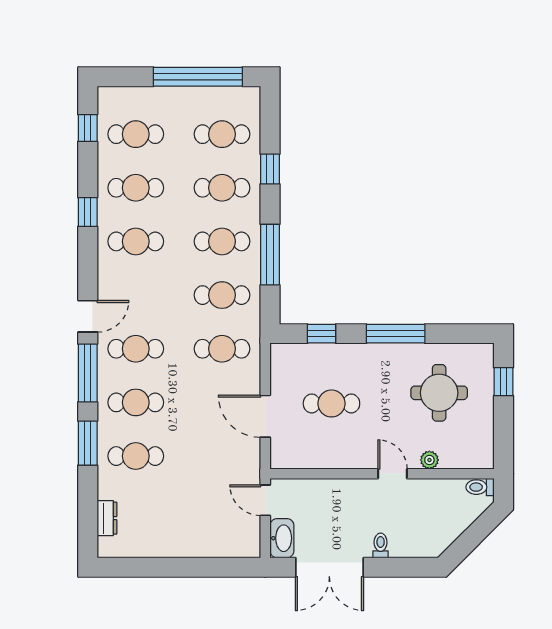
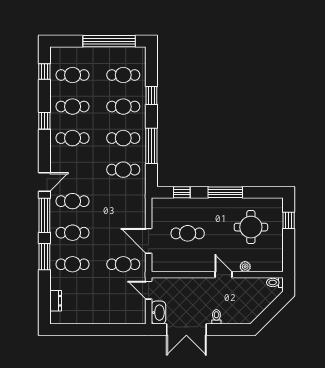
cafe table: (222, 349) -> (123, 264), moved

